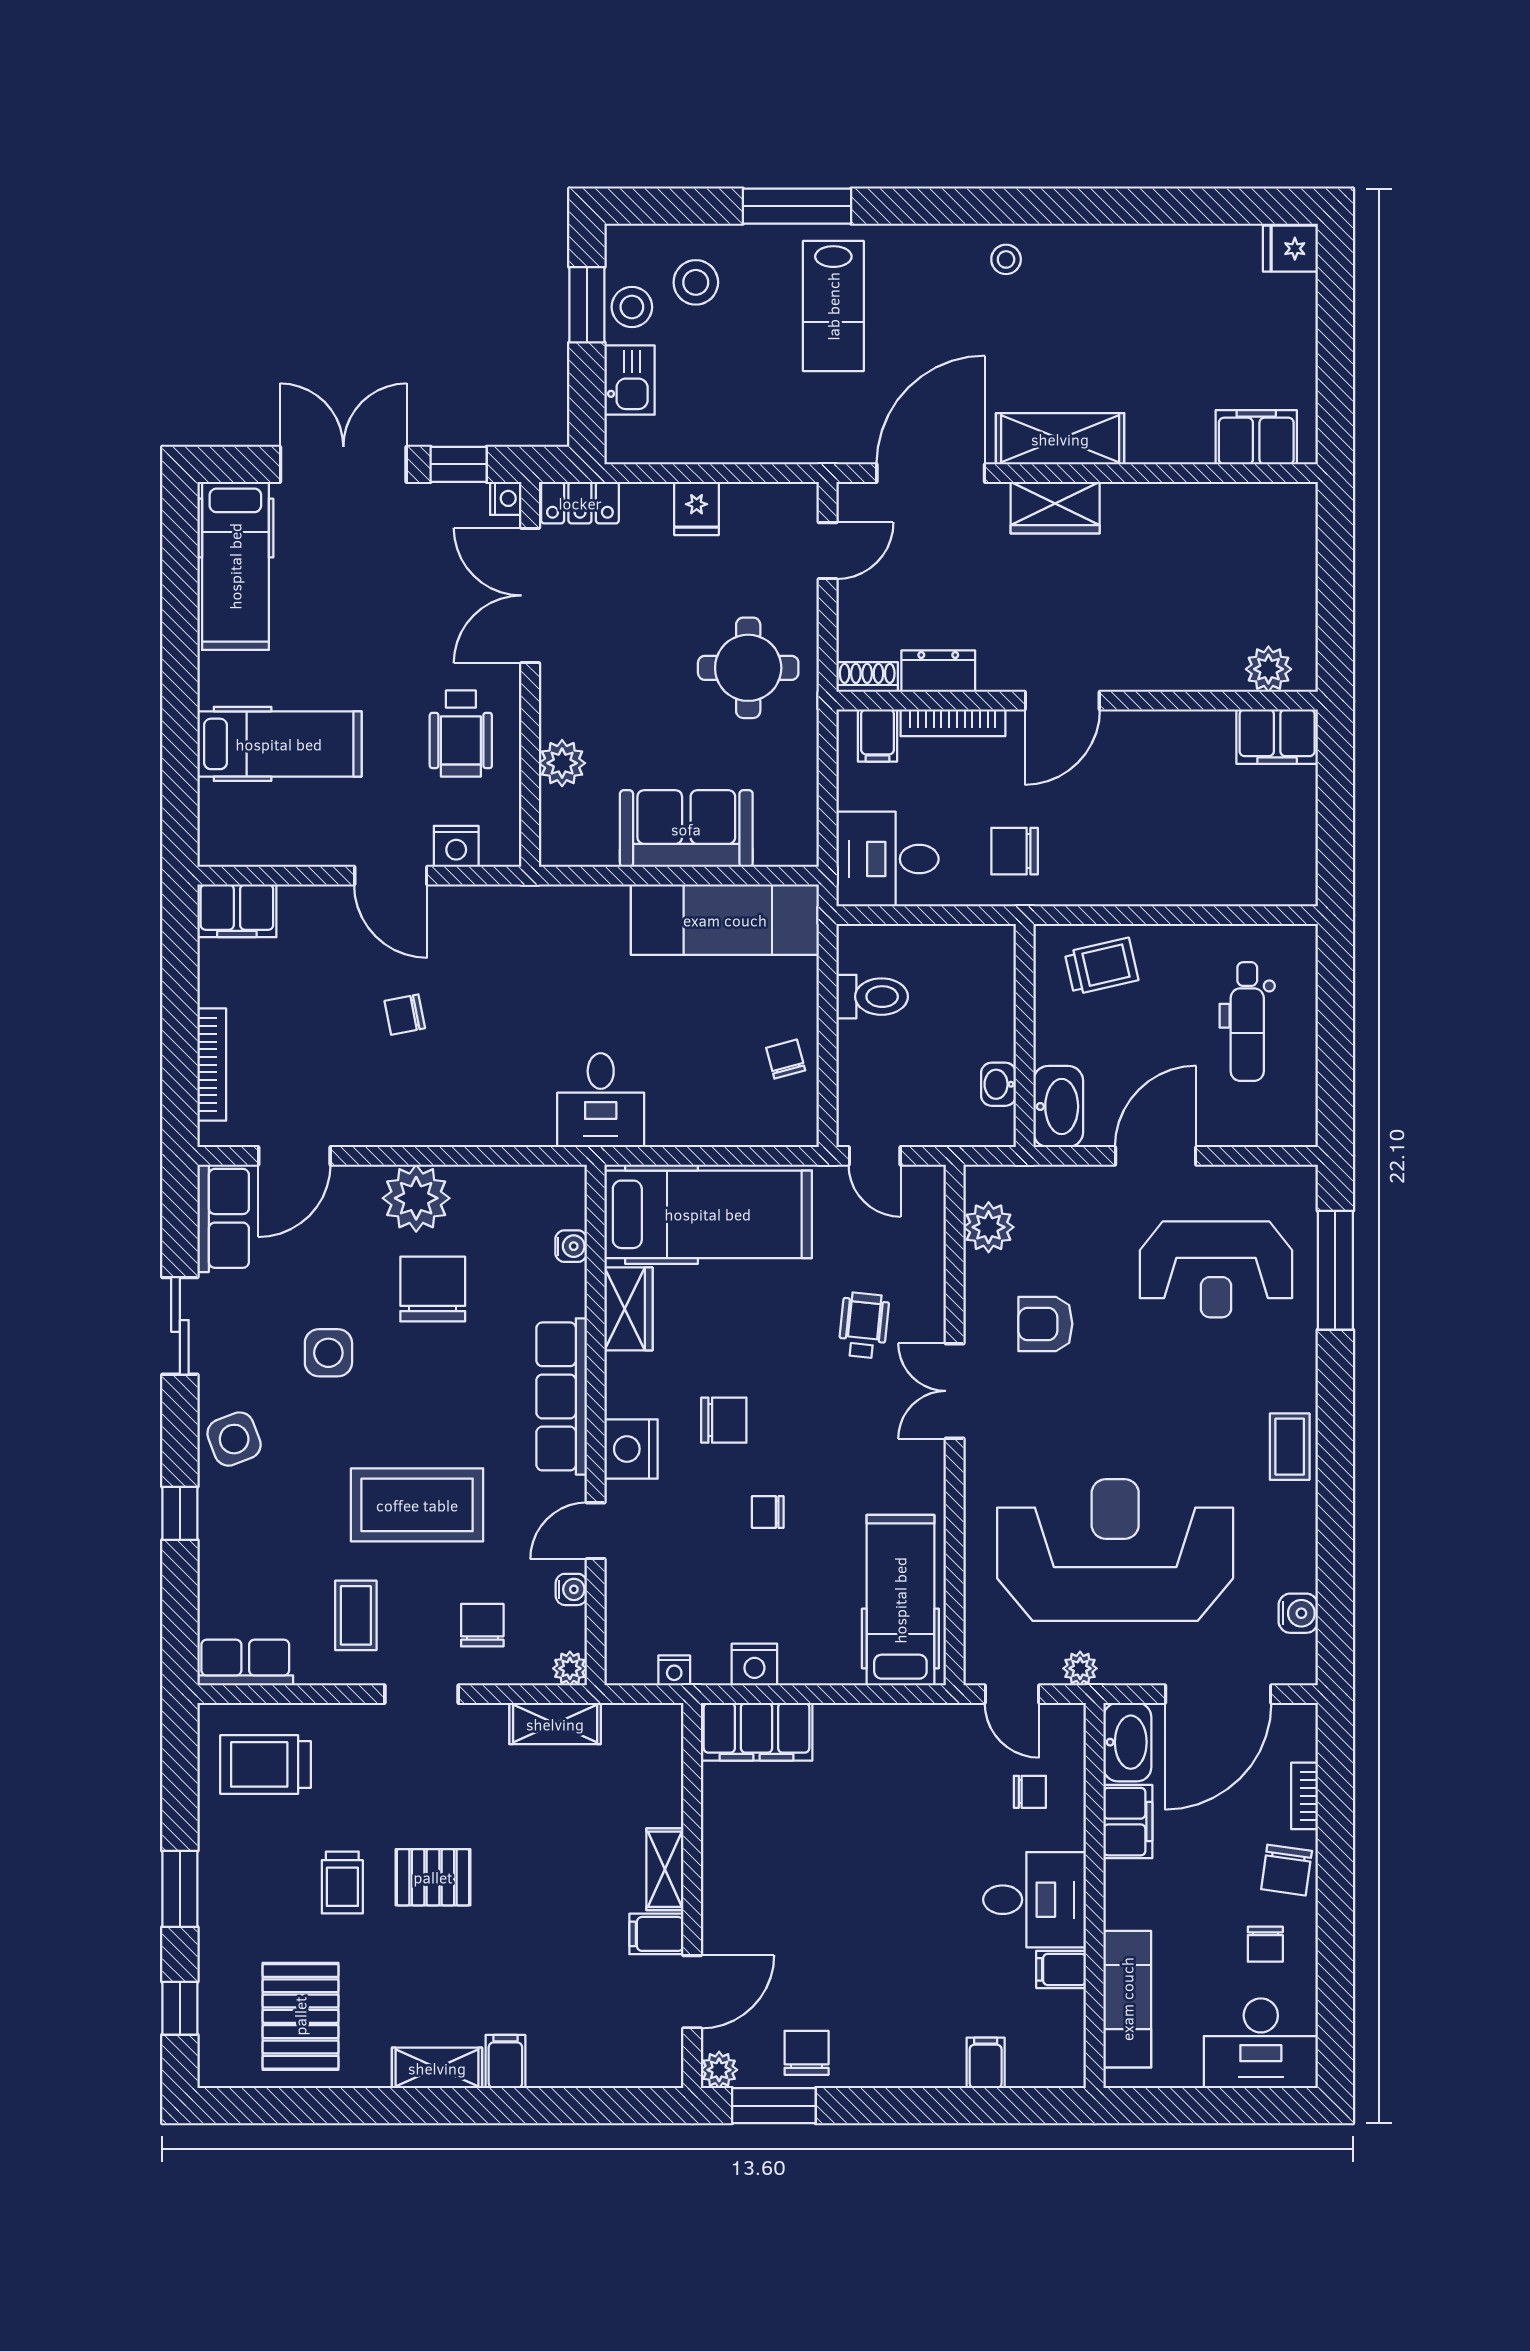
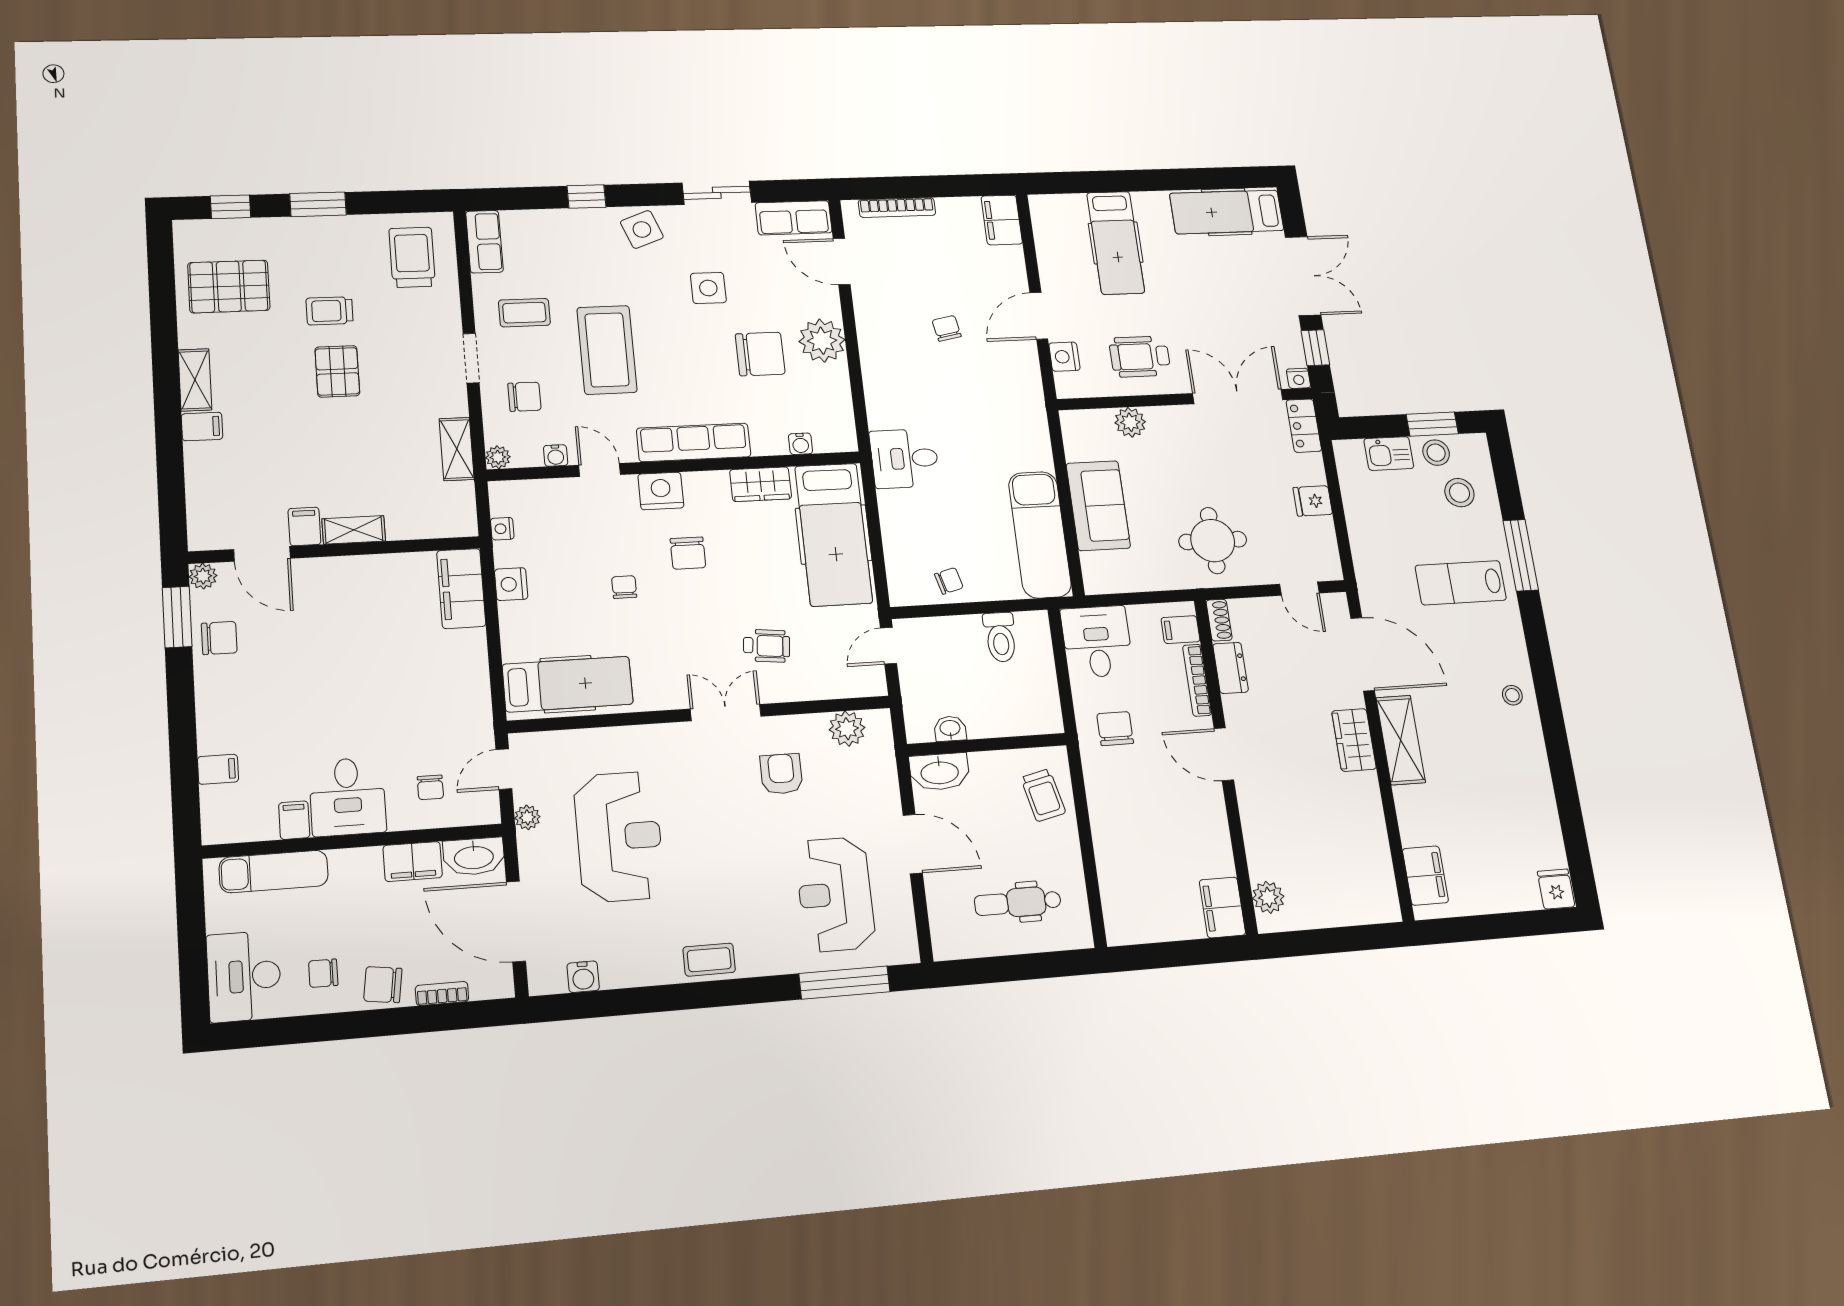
reception desk: (1115, 1550) -> (619, 837), width x0.74, depth x0.77

